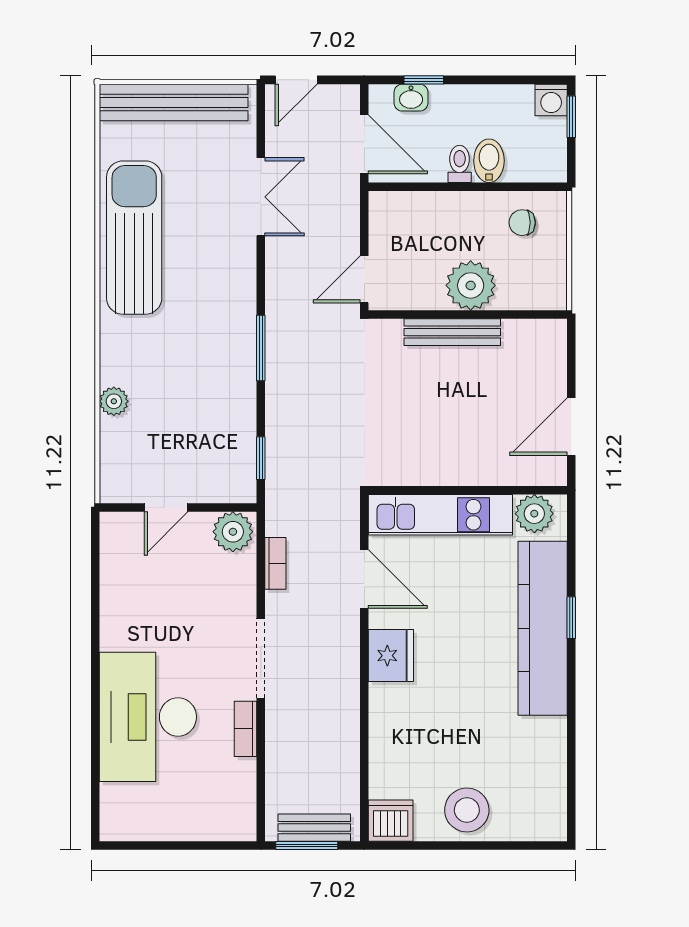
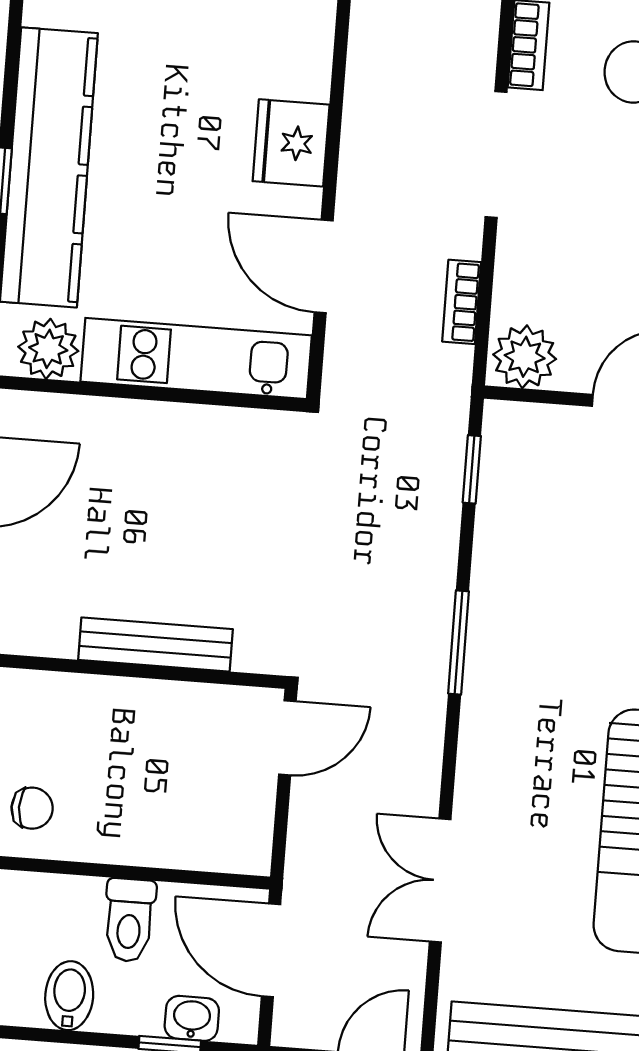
bidet: (489, 161) -> (69, 996), moved, turned 180
toilet: (460, 164) -> (129, 920), width x1.37, depth x1.39
plant: (471, 285) -> (121, 716), removed

